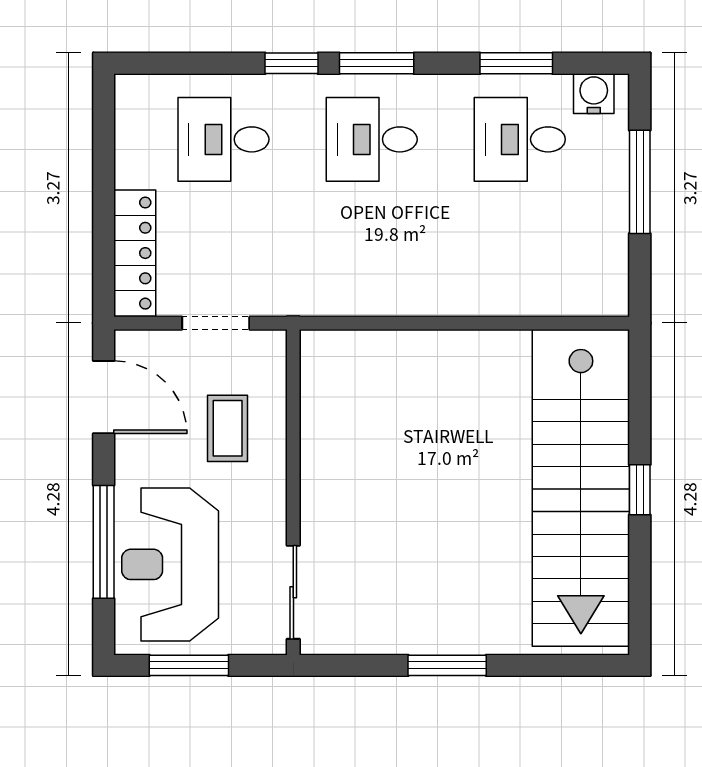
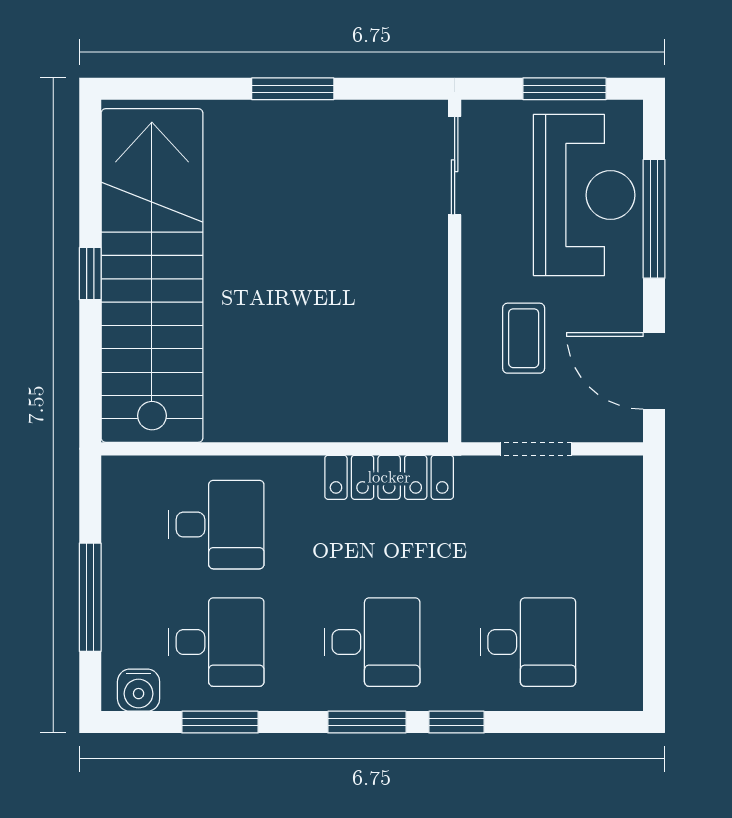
desk: (520, 251) -> (216, 525), added
locker: (135, 253) -> (389, 477), moved, turned -90

